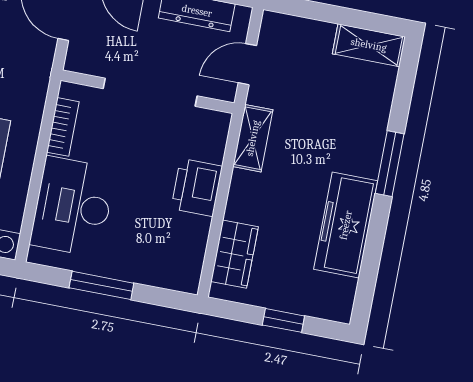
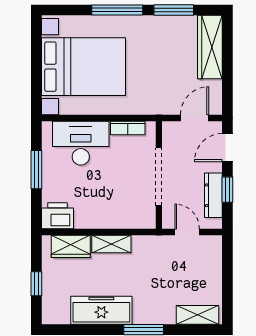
shelving: (369, 45) -> (198, 315), moved, turned 90
shelving: (253, 138) -> (111, 244), moved
printer: (197, 187) -> (57, 216), moved

